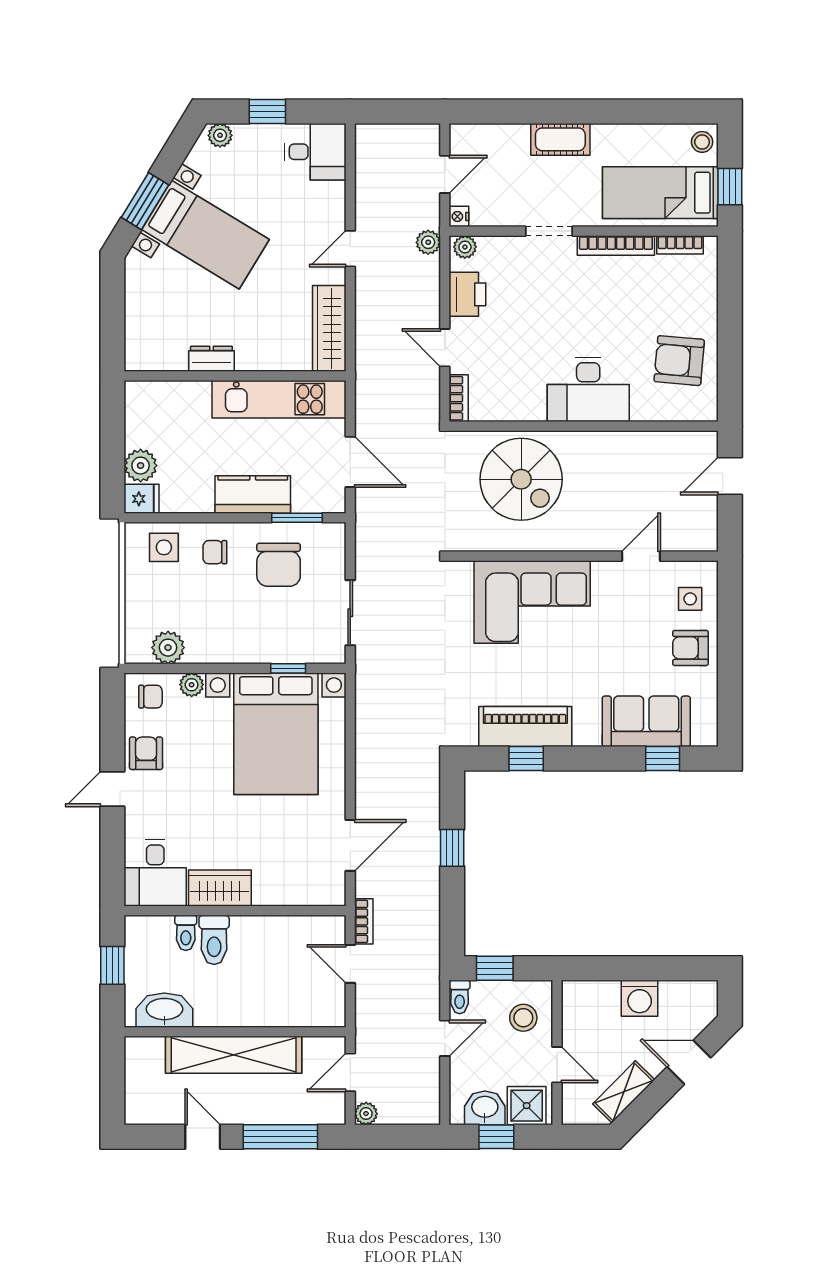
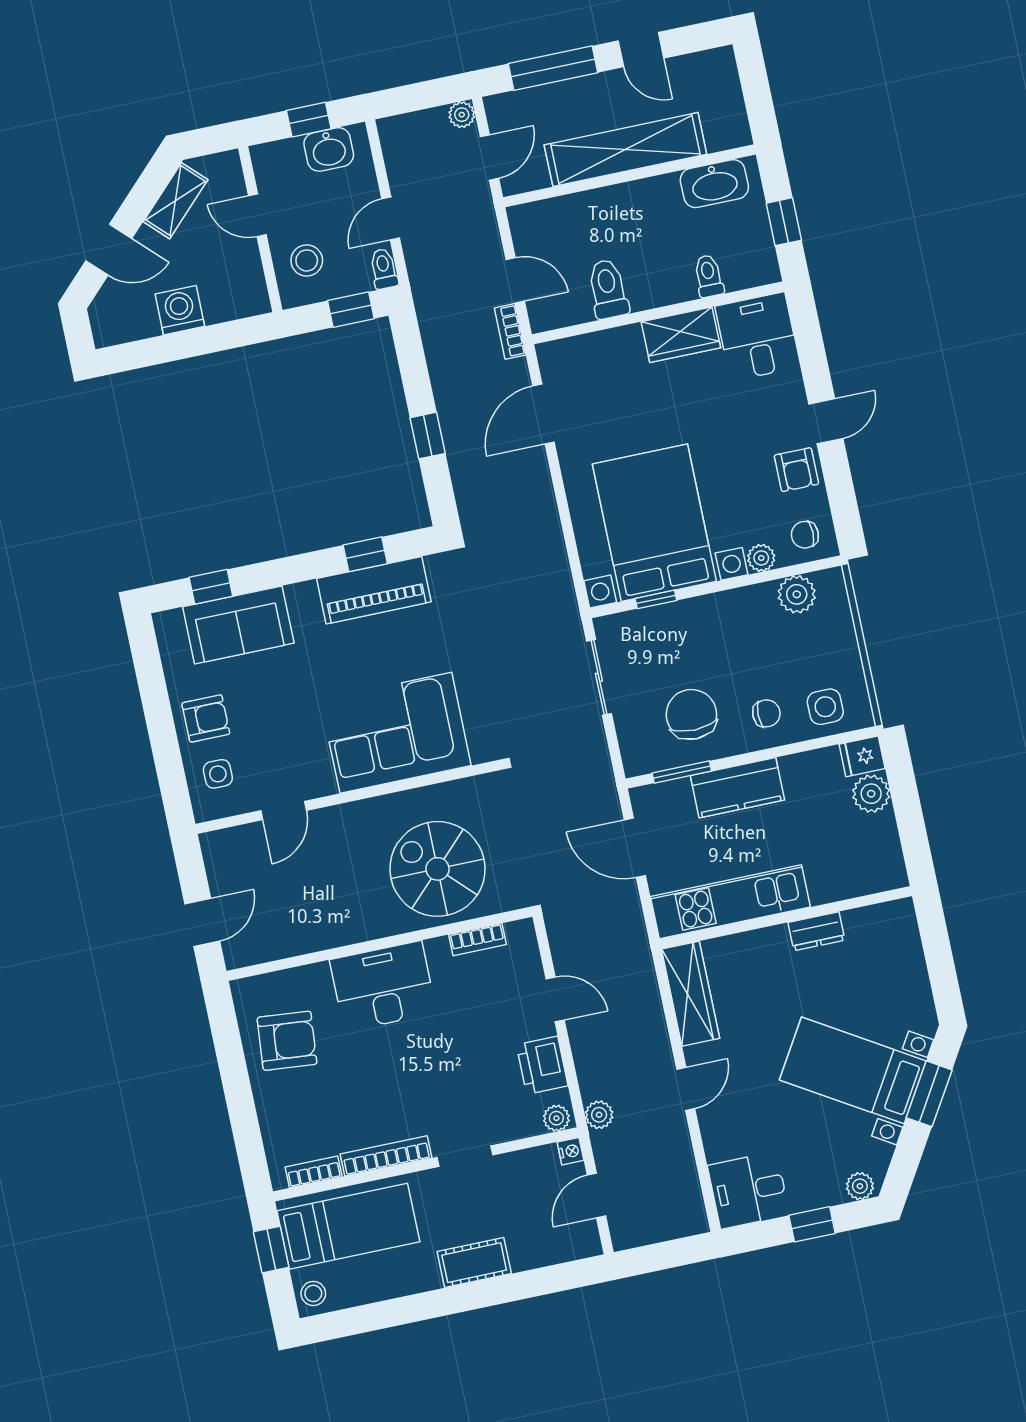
bookcase: (459, 398) -> (477, 940), moved, turned -90
toilet: (214, 940) -> (608, 289), moved
shower: (527, 1106) -> (282, 162), removed

